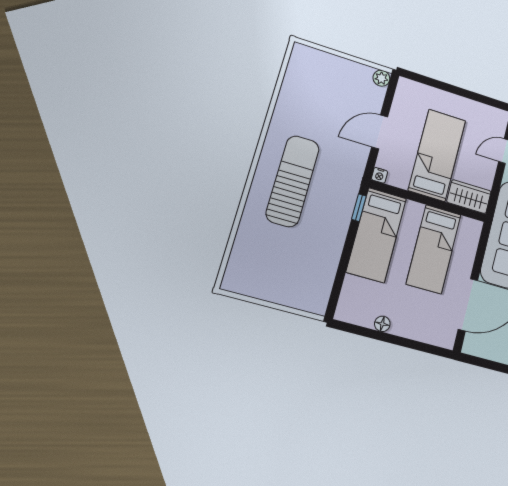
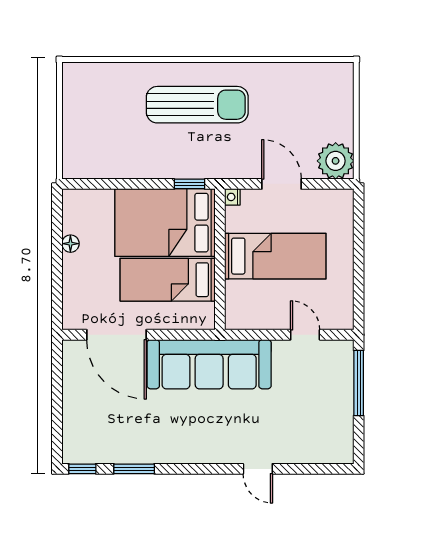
plant: (381, 78) -> (336, 161), width x1.88, depth x1.88
wardrobe: (469, 197) -> (239, 305), removed
bed: (376, 235) -> (165, 223), width x1.50

